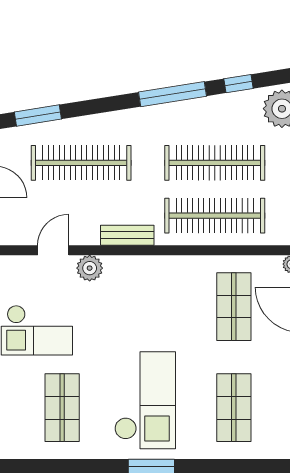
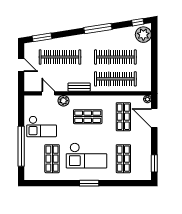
window: (238, 84) -> (138, 22), moved
door: (53, 250) -> (48, 93), hinge flipped
shop shelf: (148, 307) -> (88, 117), added
checkout: (145, 400) -> (86, 156), turned 90

